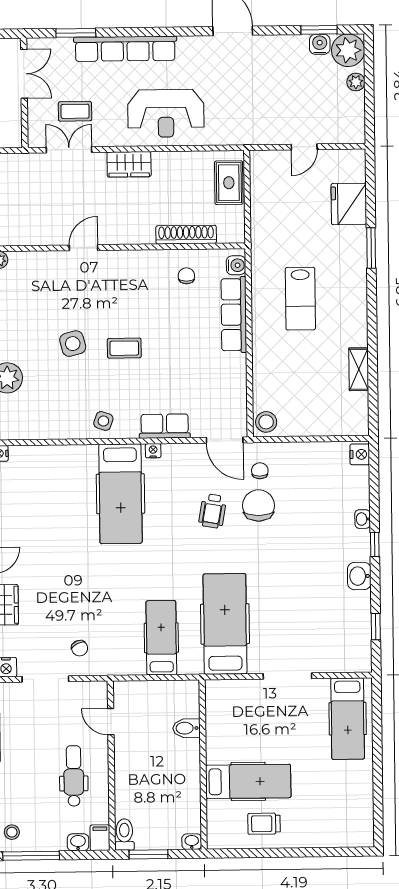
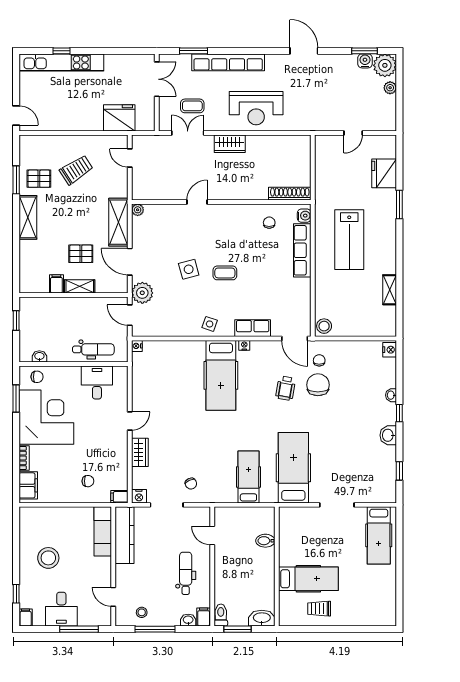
rug: (229, 183) -> (300, 157), removed
shoe rack: (186, 235) -> (290, 194), moved
lab bench: (300, 299) -> (349, 240), width x1.36, depth x1.39
washbasin: (192, 842) -> (262, 618), width x1.91, depth x1.45

